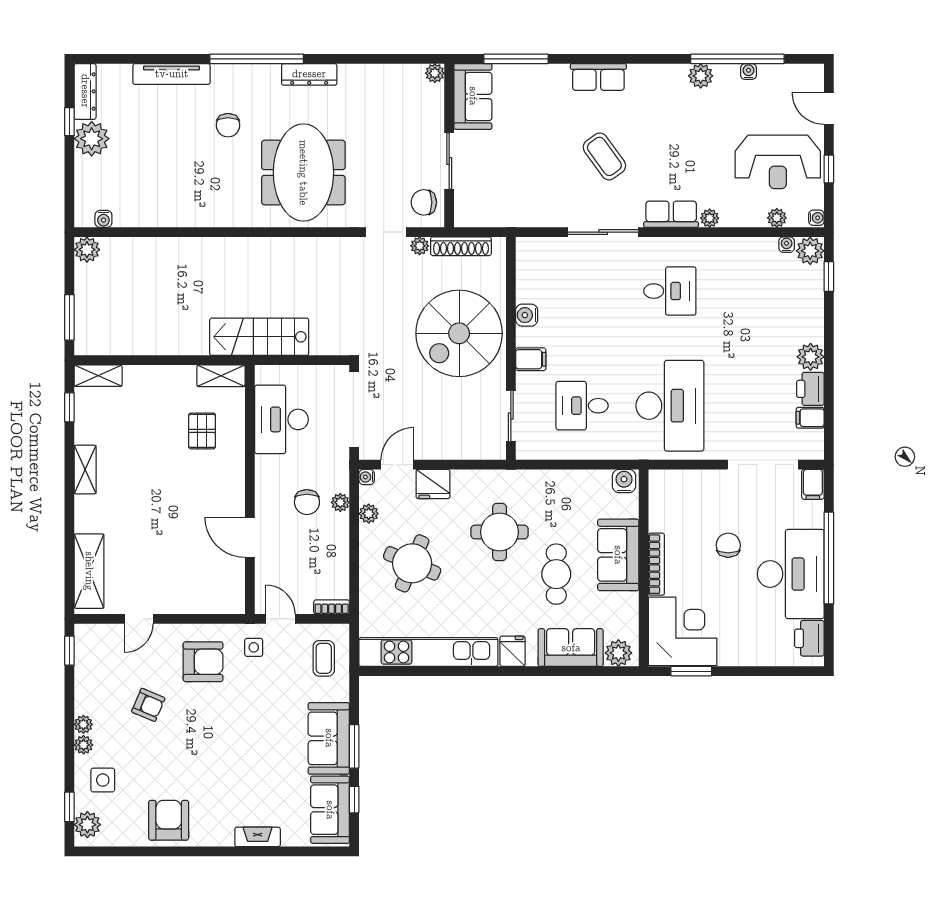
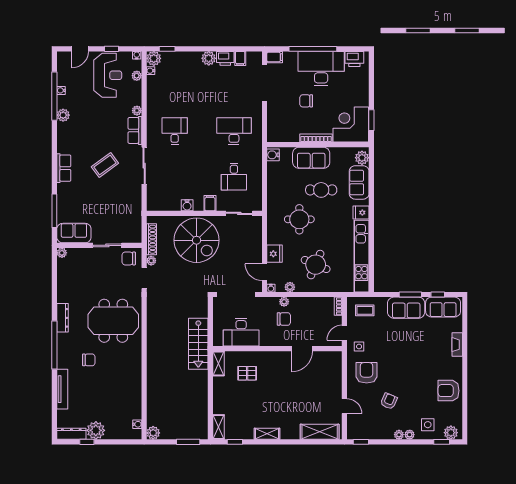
chair: (424, 202) -> (129, 258), turned 90
desk: (670, 406) -> (234, 131), width x0.73, depth x0.77

